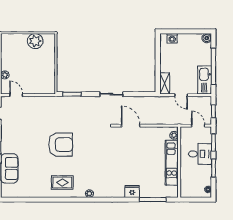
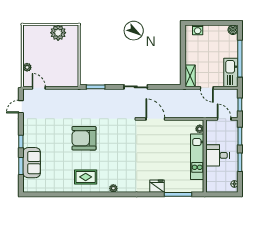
armchair: (61, 145) -> (84, 138), turned 180
desk: (200, 154) -> (217, 155), moved, turned 180

